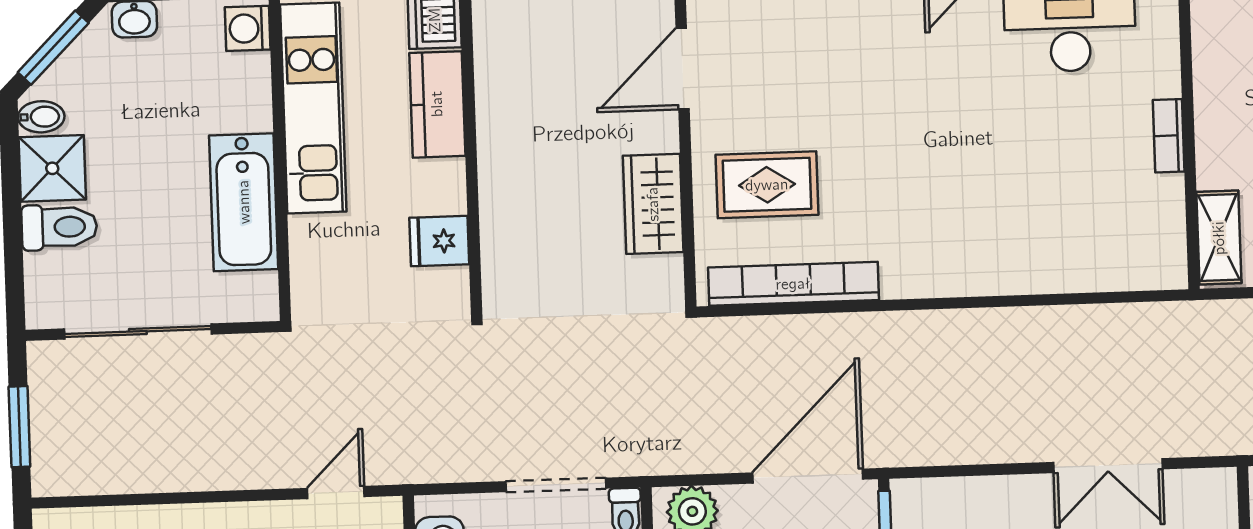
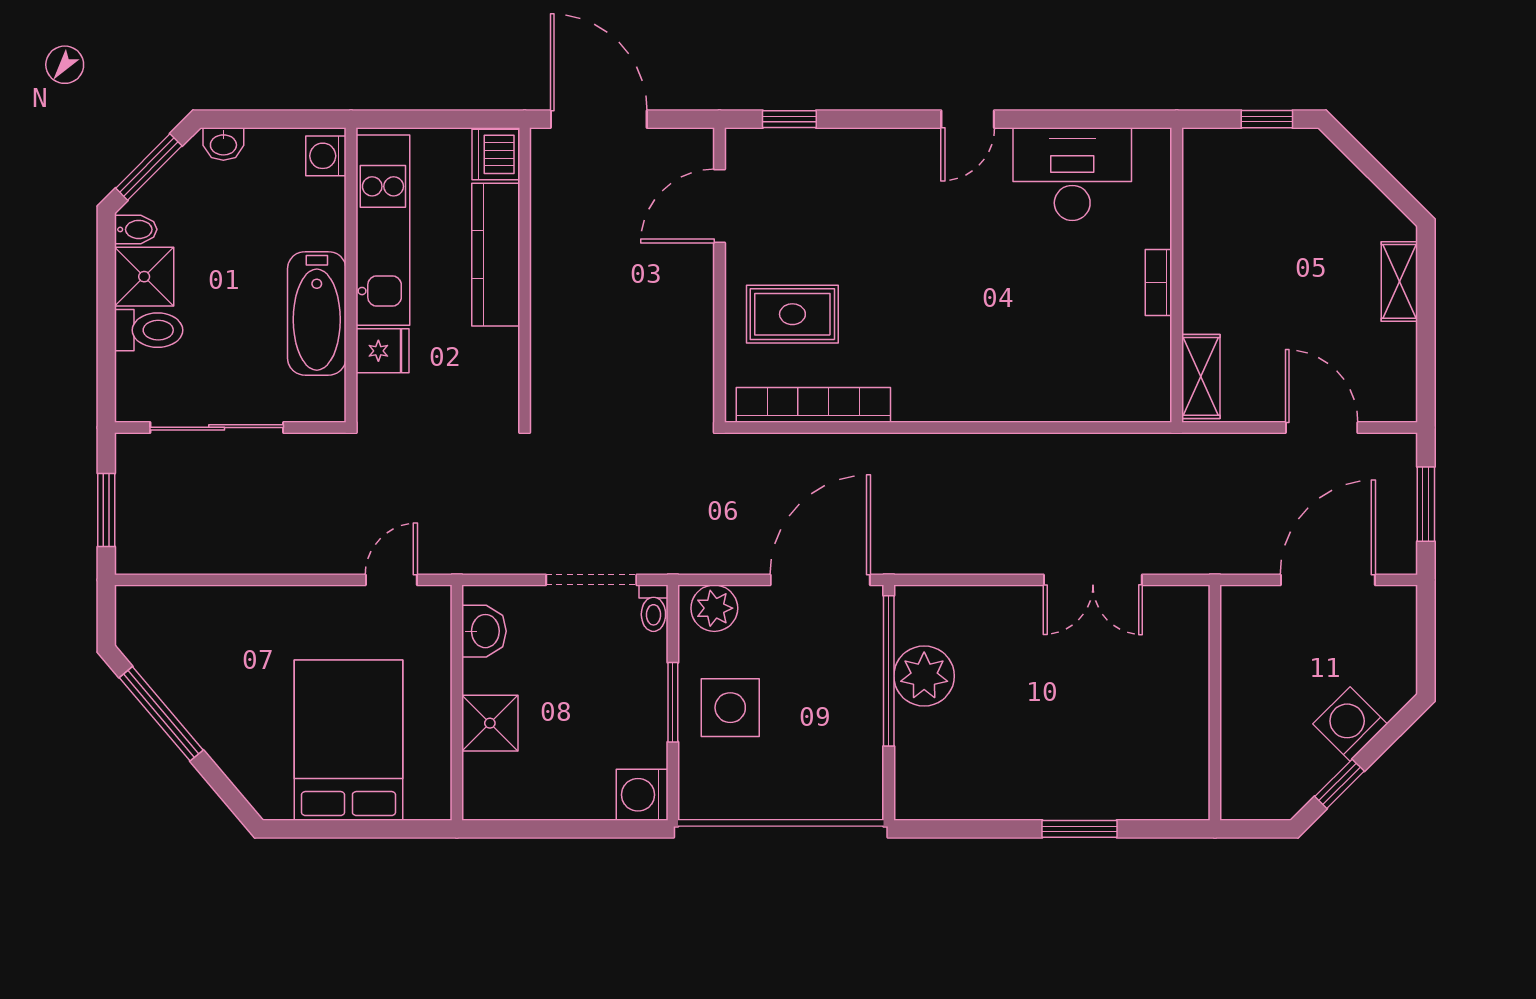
kitchen counter: (437, 104) -> (496, 255), width x1.50
wardrobe: (653, 204) -> (688, 328), removed
fridge: (439, 241) -> (383, 351), moved, turned 180

